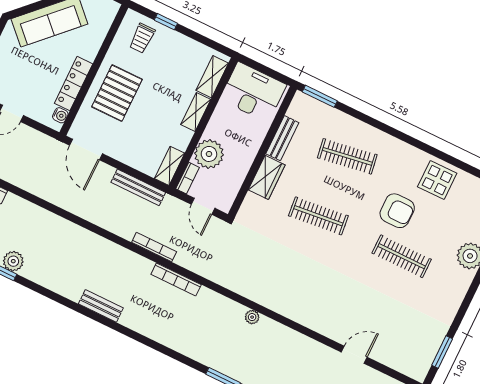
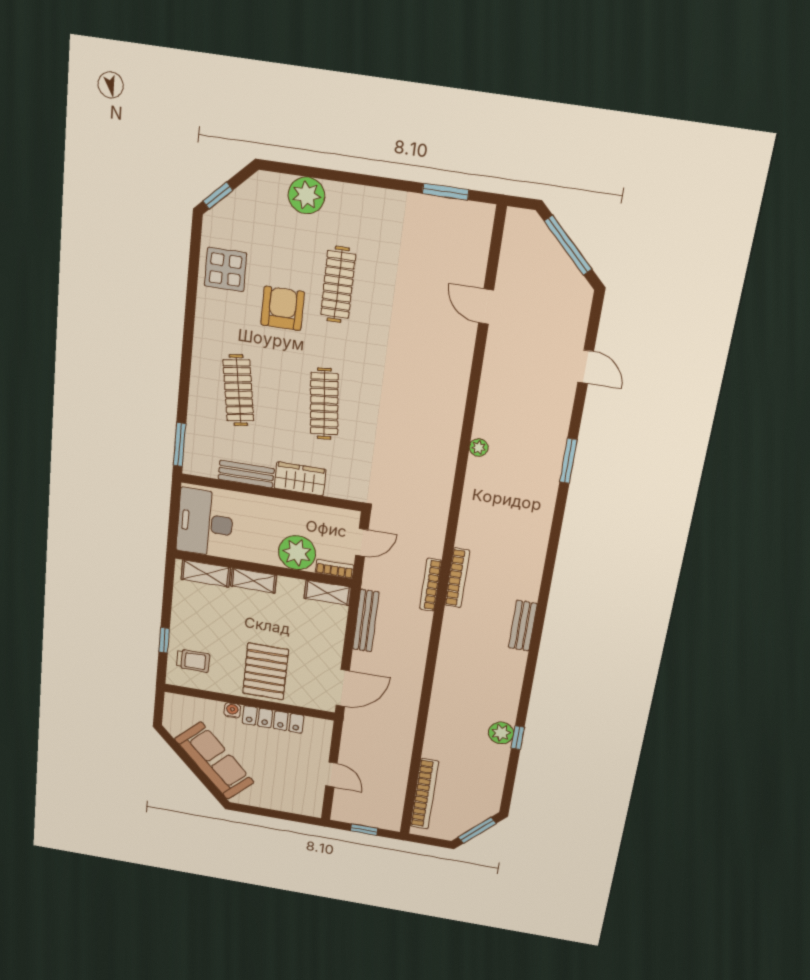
pallet: (117, 93) -> (266, 671), turned 90
water cooler: (60, 115) -> (232, 710), moved
bookcase: (176, 279) -> (457, 578), moved

